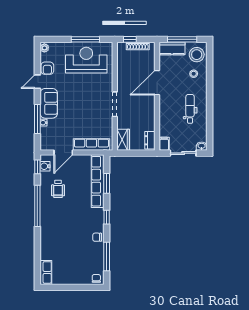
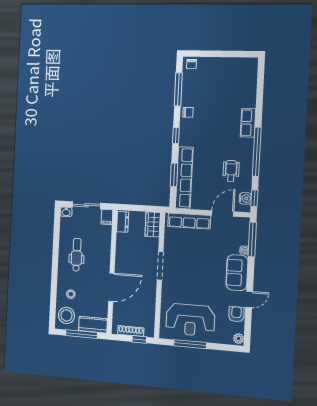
dental chair: (190, 109) -> (77, 255), turned 180
window: (37, 119) -> (252, 239), moved
row of seats: (46, 272) -> (248, 123), moved

